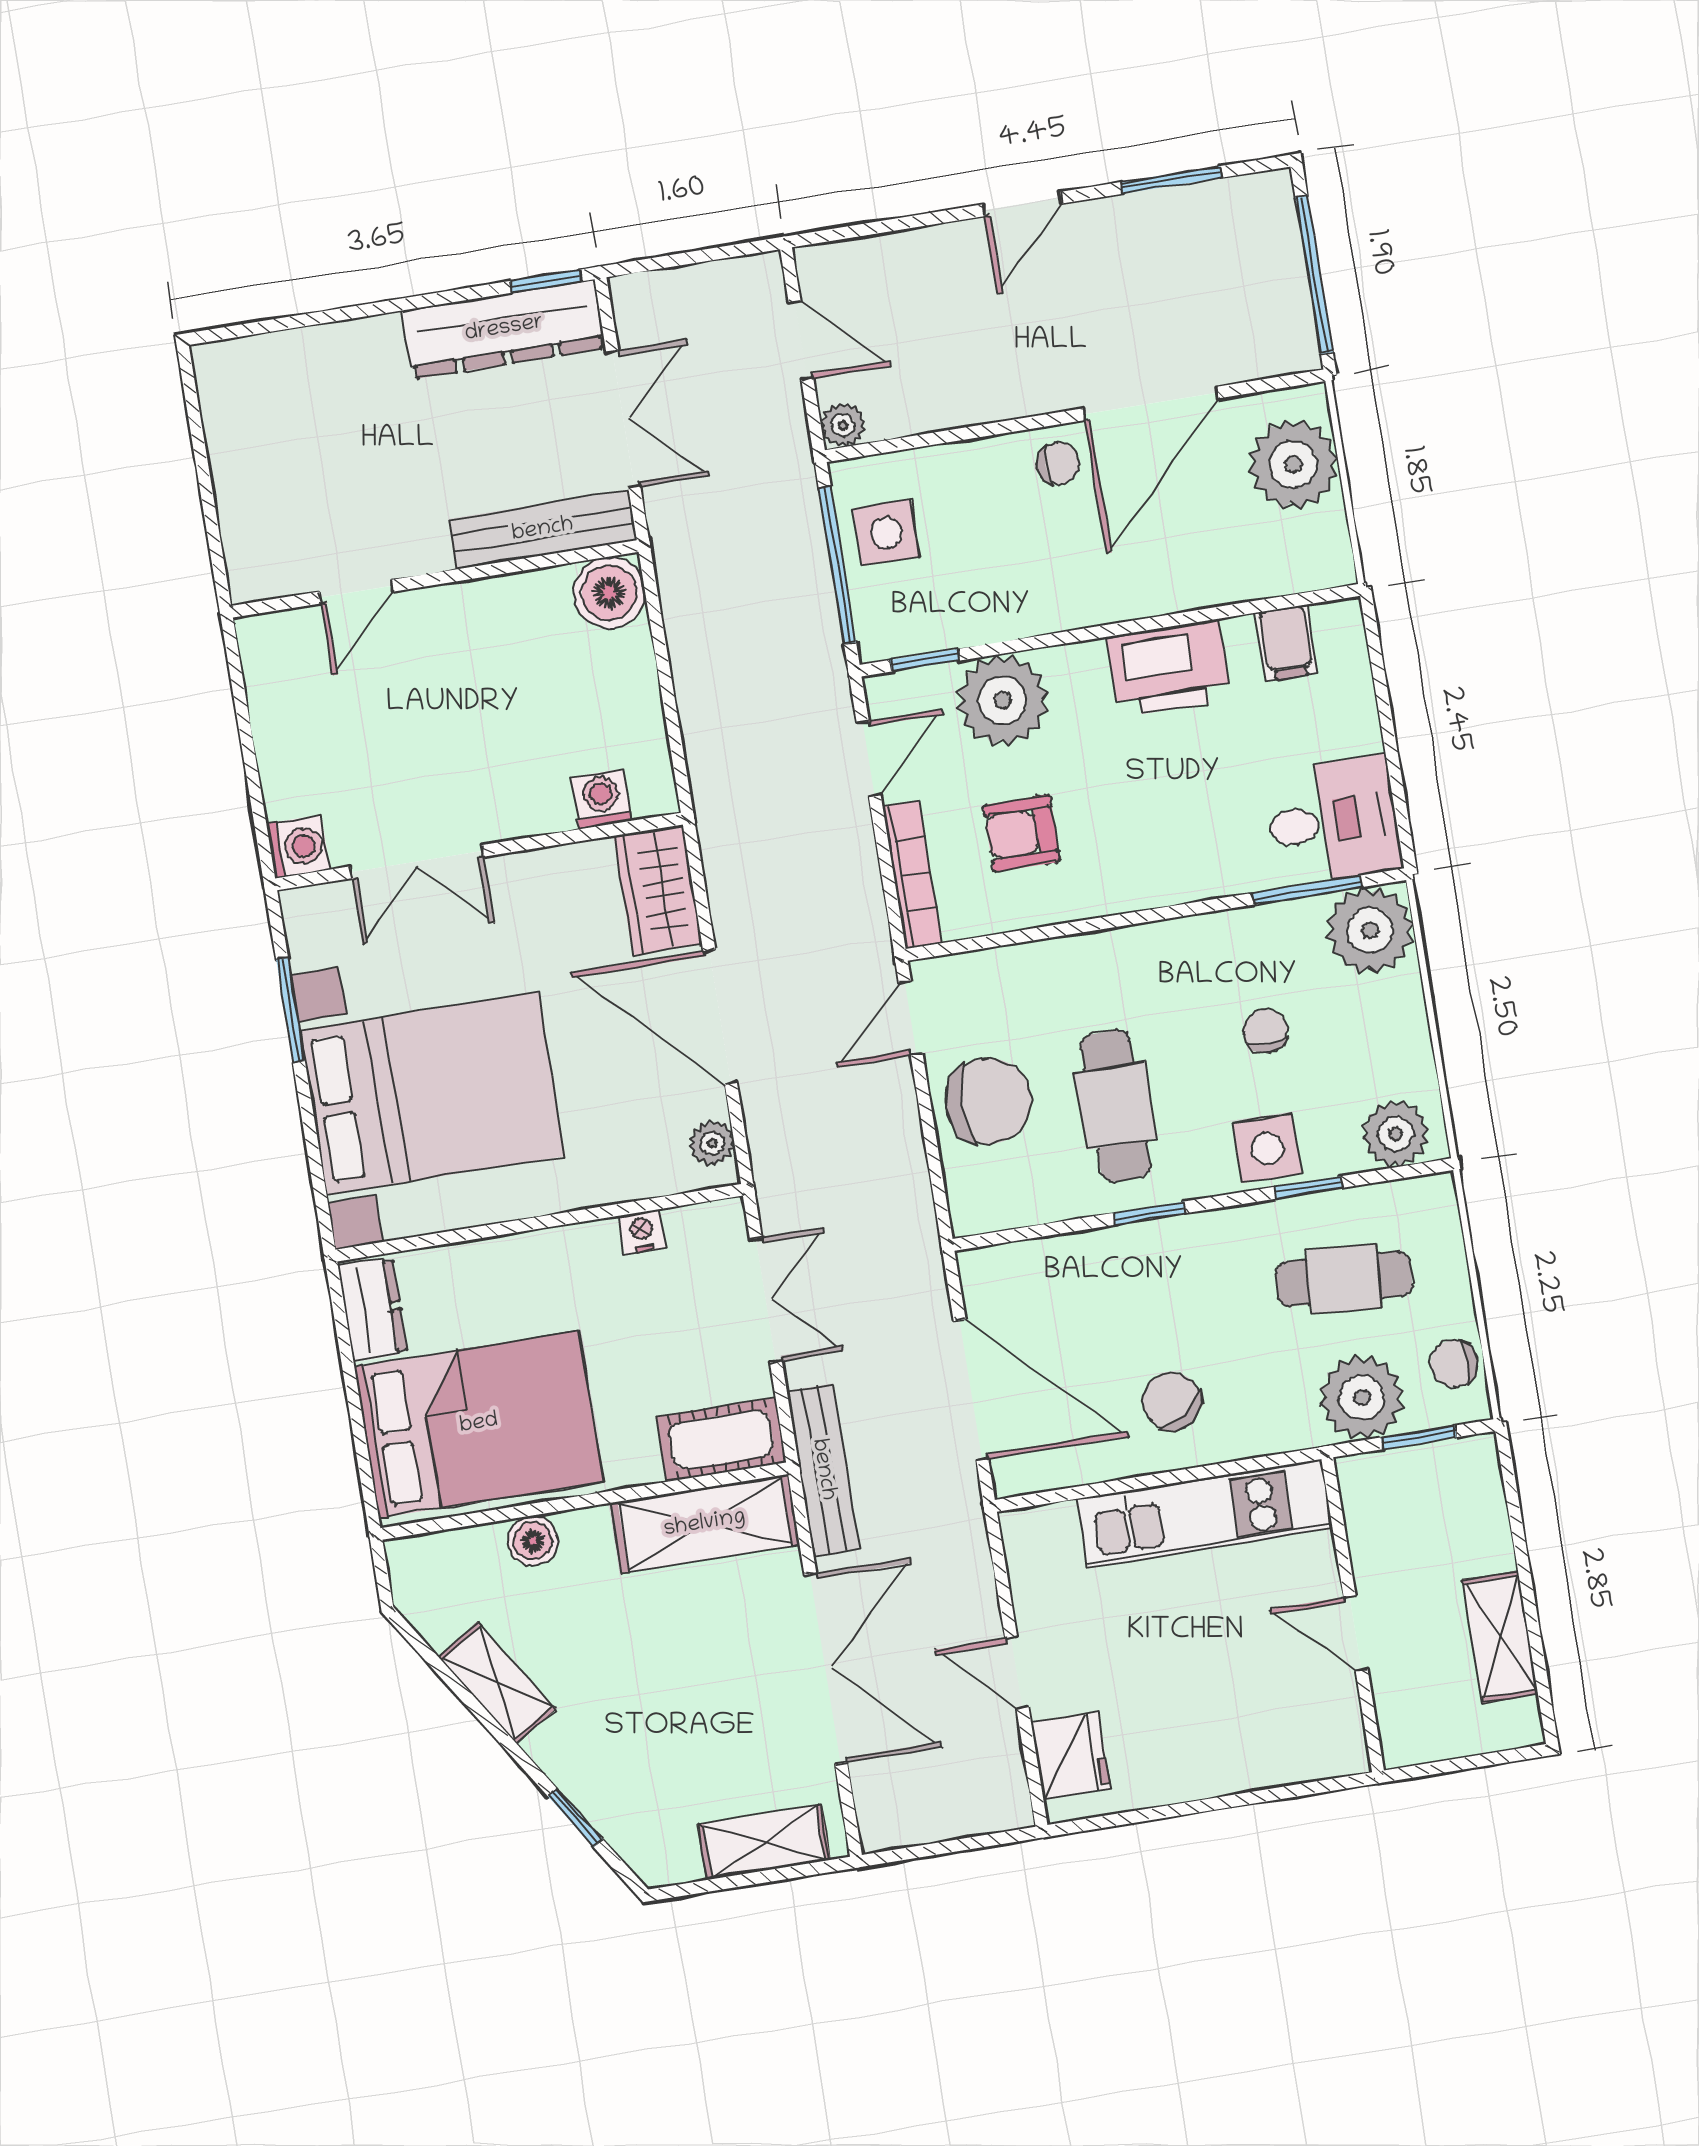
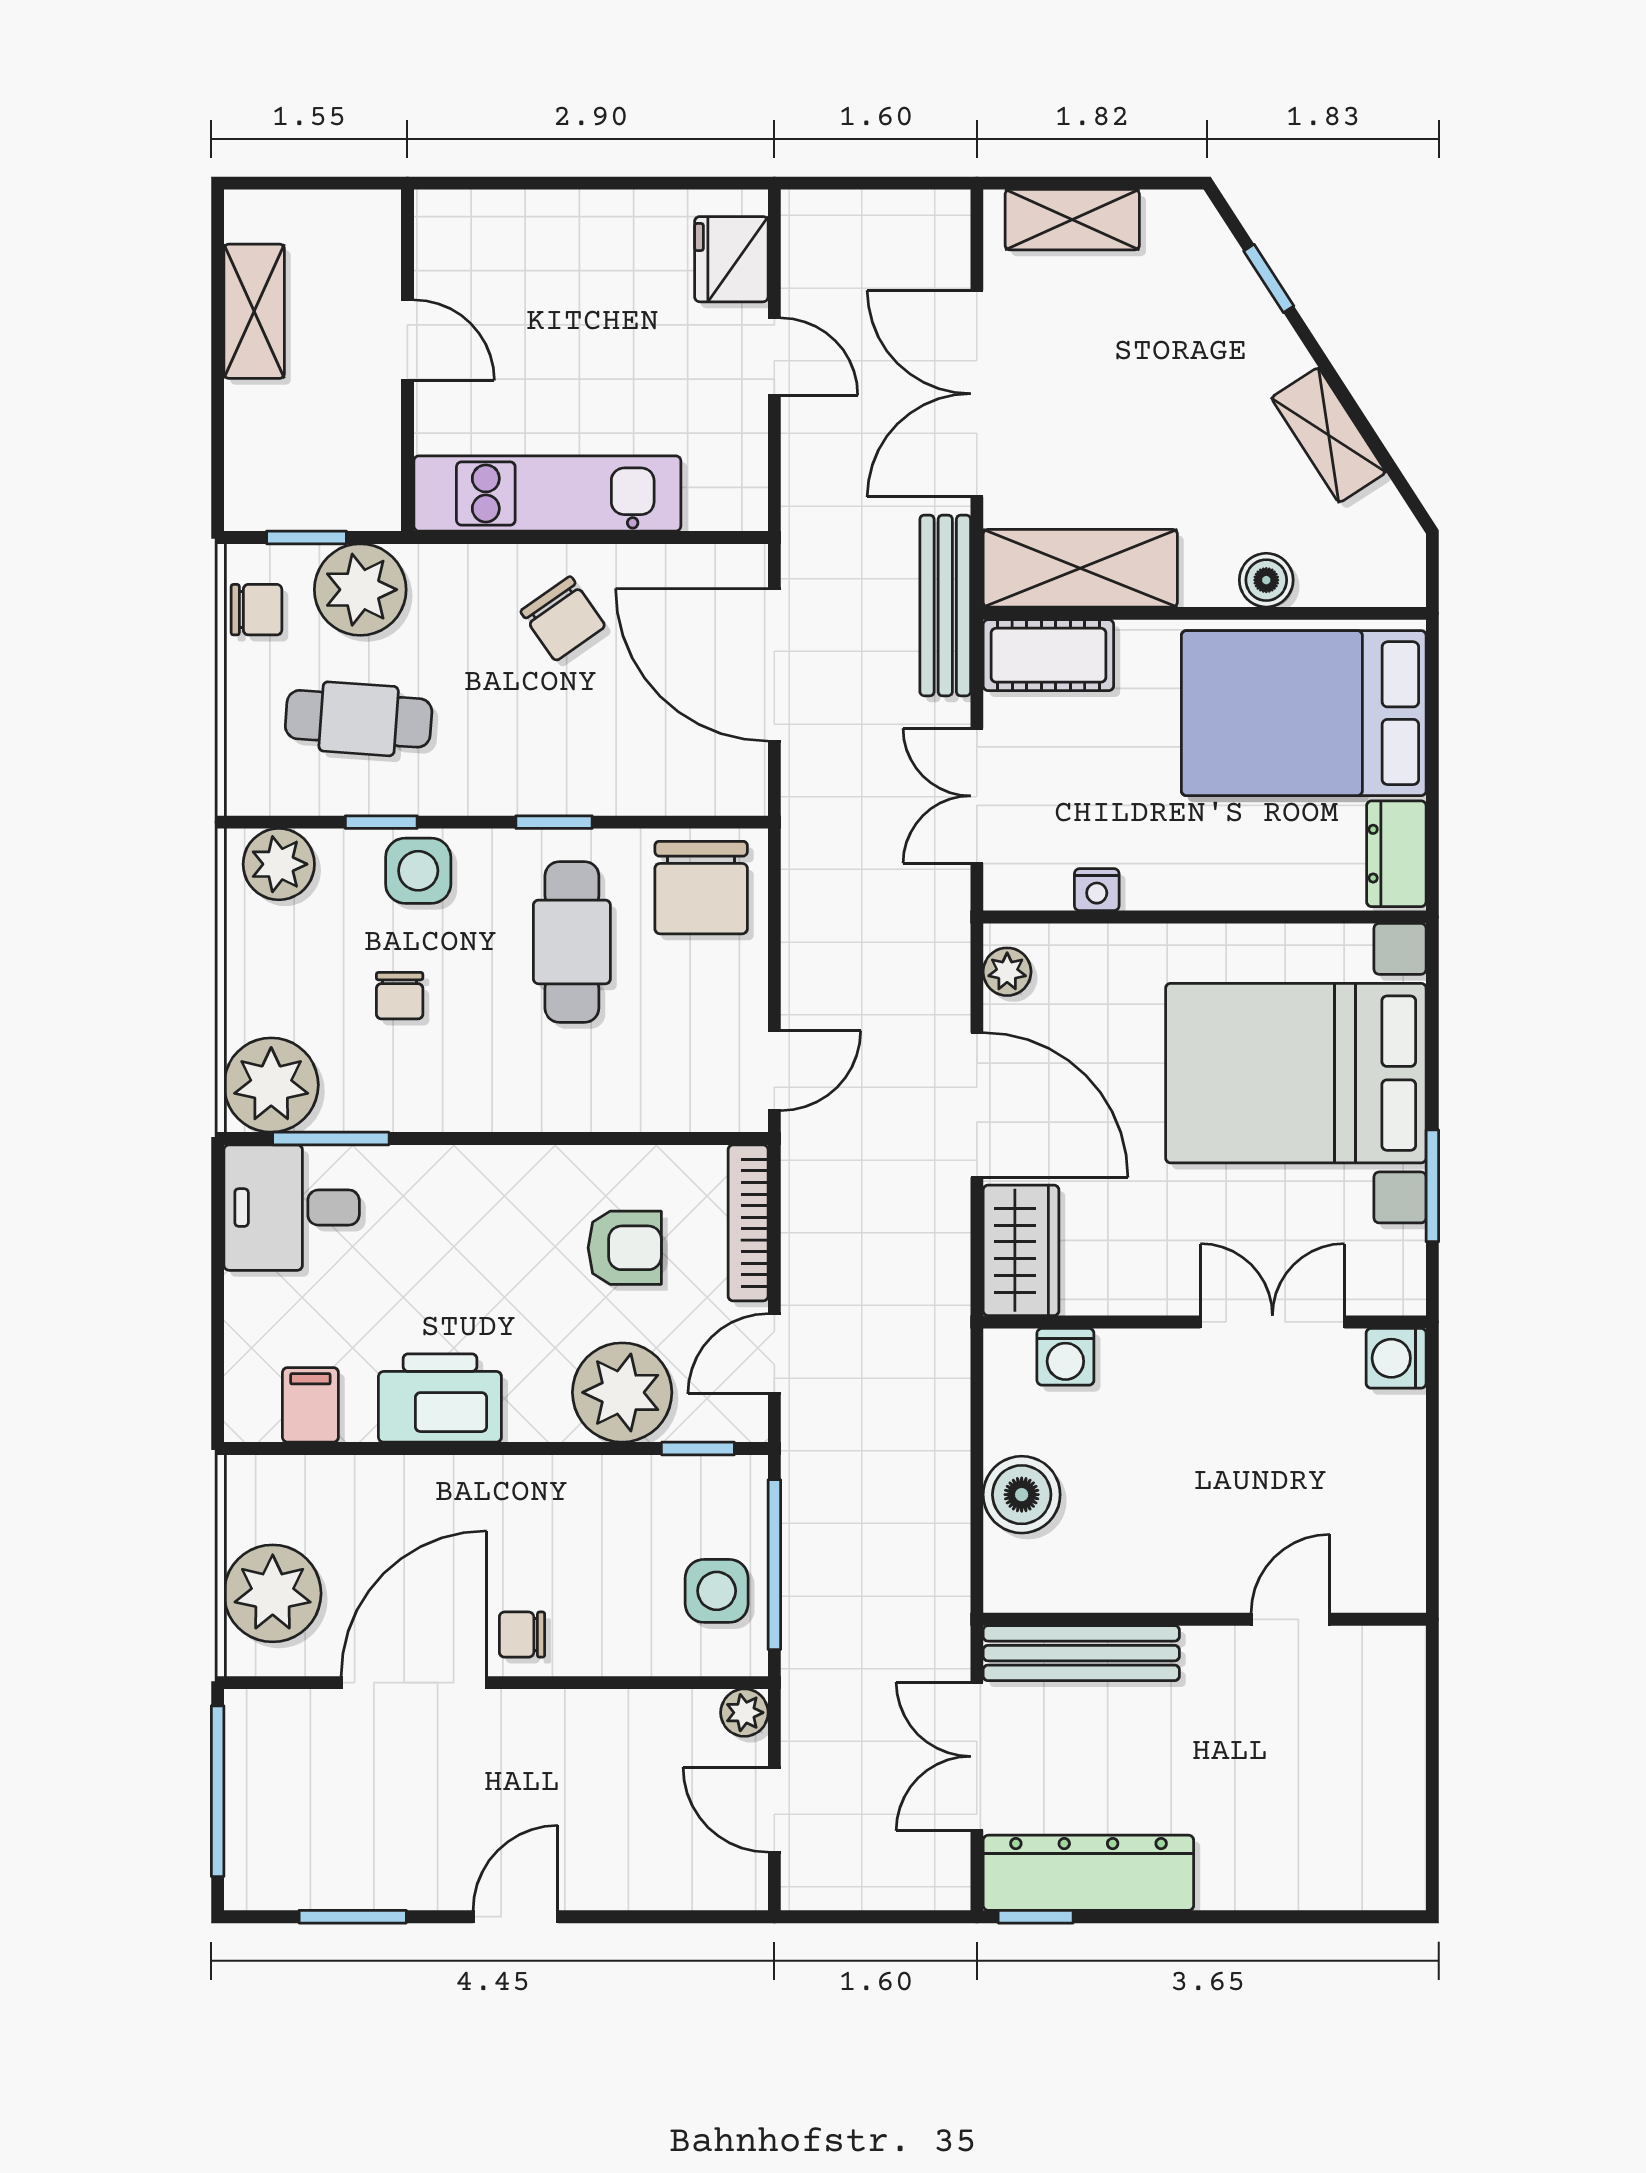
boiler: (609, 593) -> (1022, 1495), moved
chair: (989, 1101) -> (701, 888), moved, turned -90

